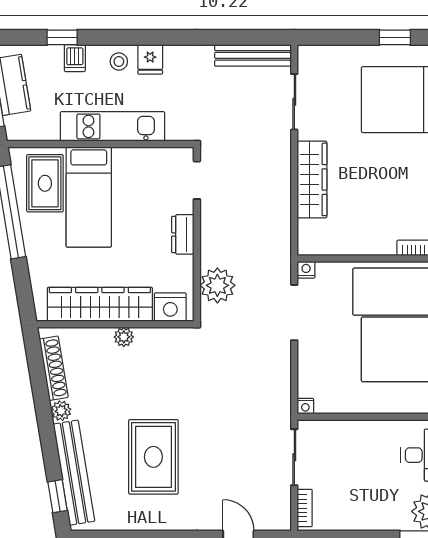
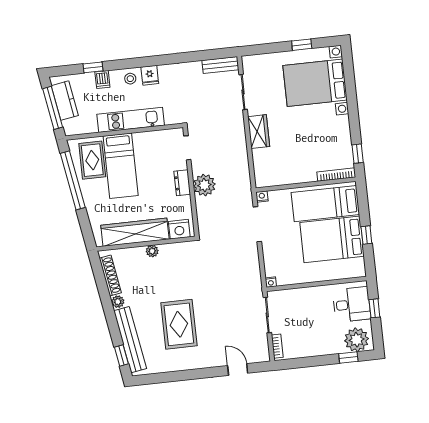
bench: (253, 55) -> (220, 65), width x0.73
wardrobe: (312, 179) -> (259, 132), width x0.67
plant: (217, 285) -> (204, 185), moved

